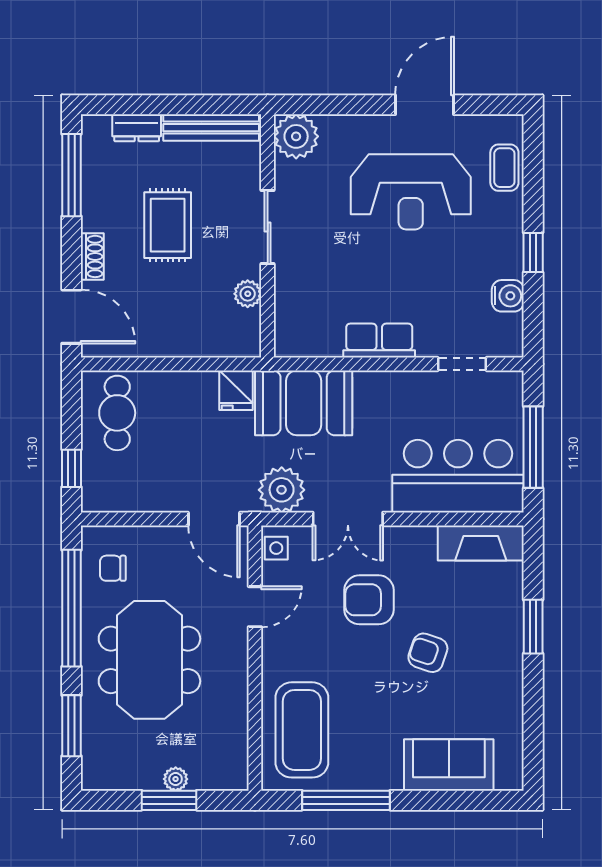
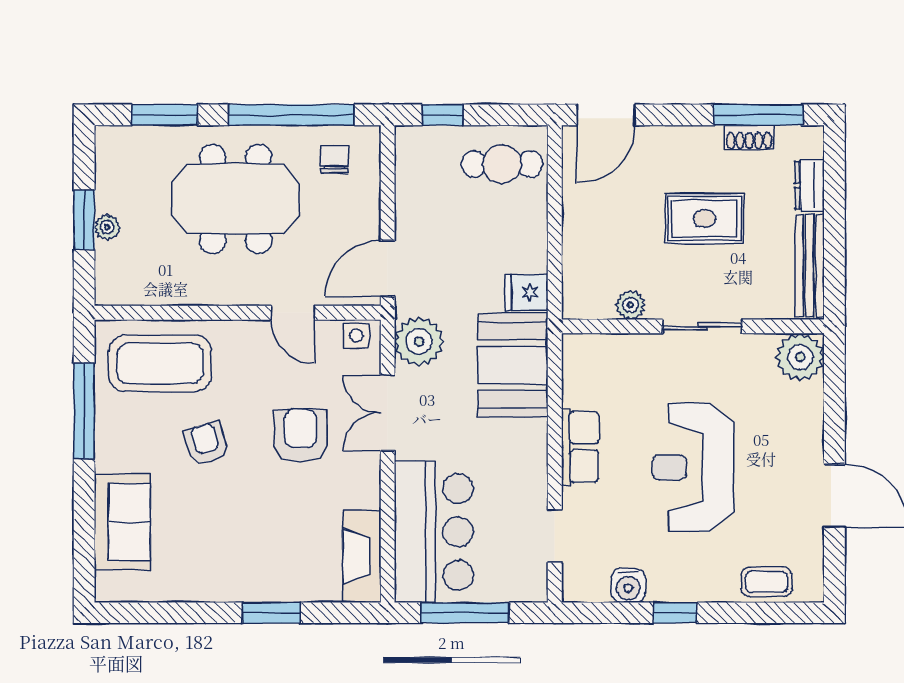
reception desk: (411, 192) -> (693, 467), moved
shoe rack: (92, 256) -> (749, 137), moved
armchair: (428, 653) -> (206, 444), moved, turned -35

